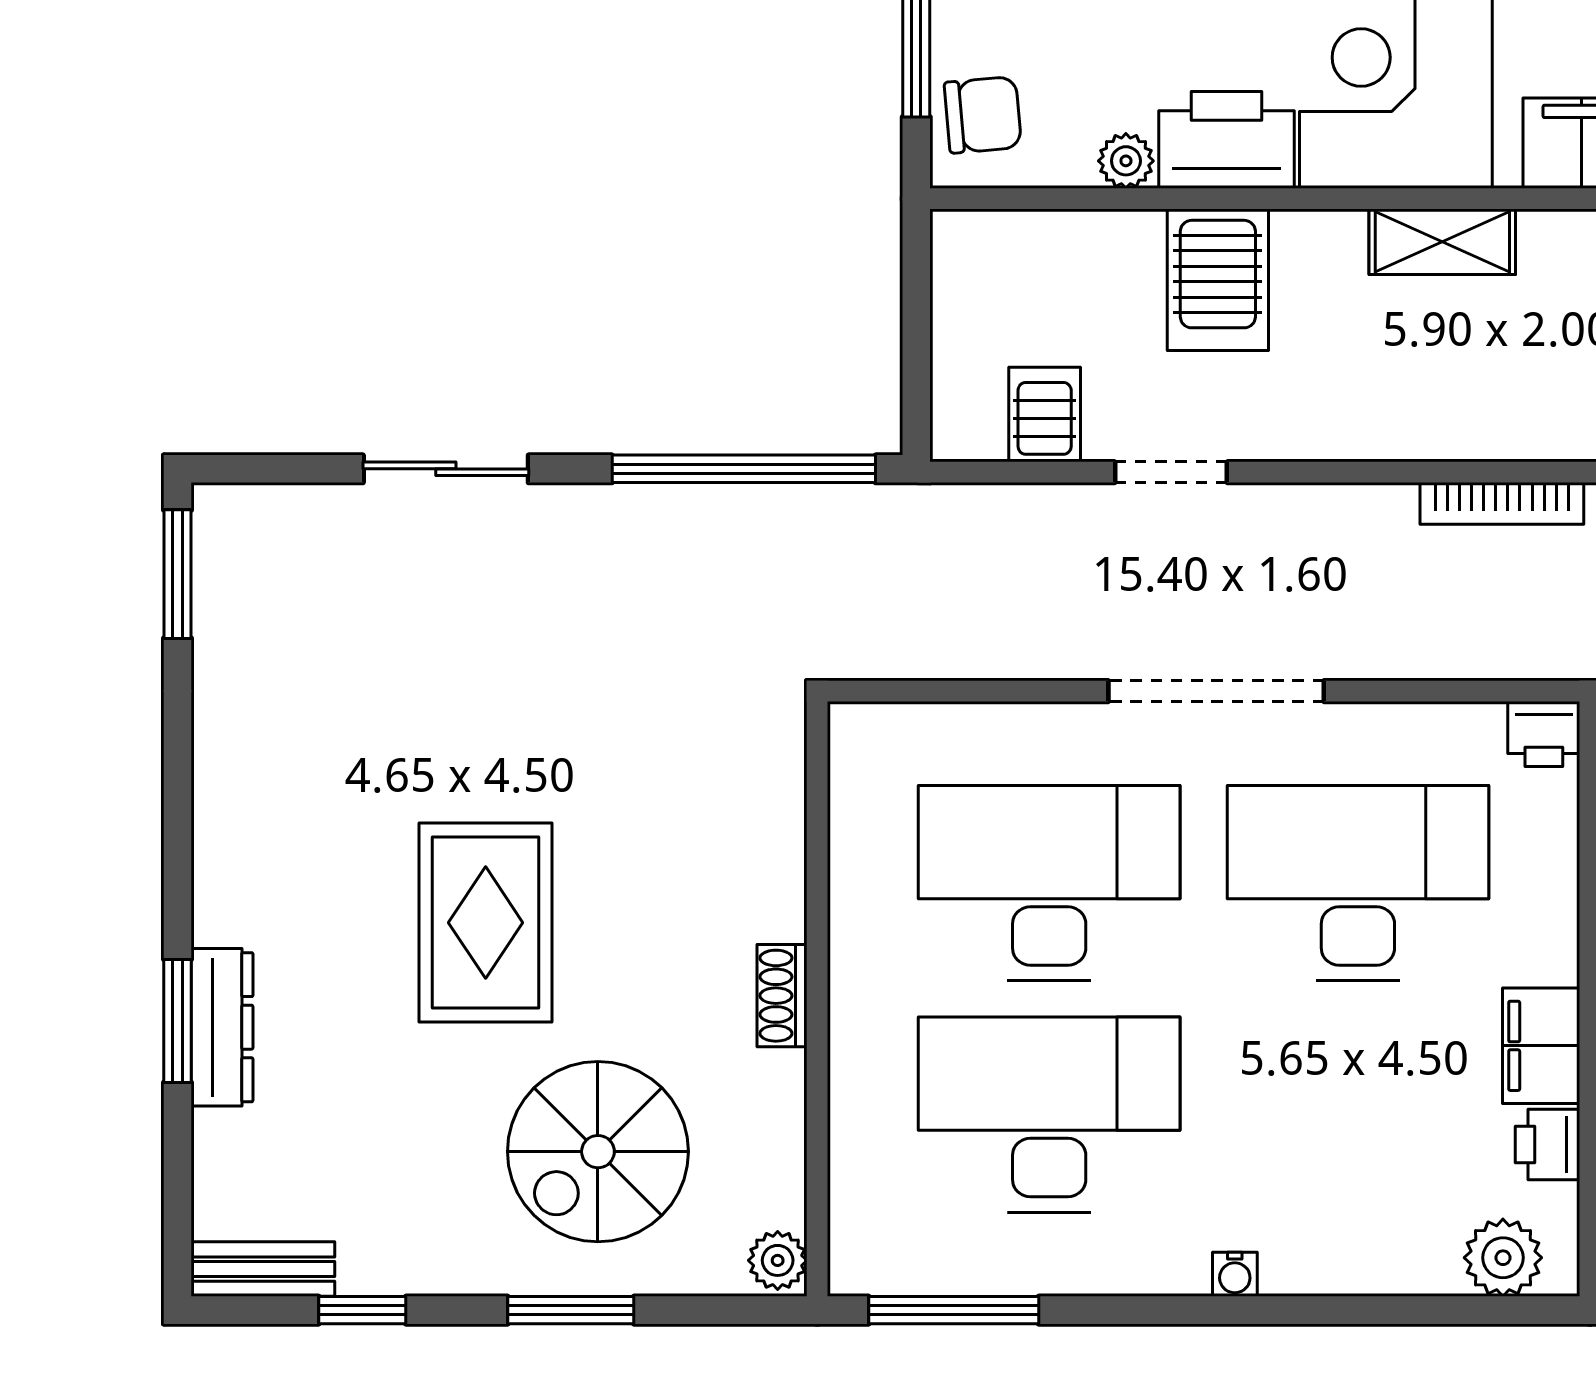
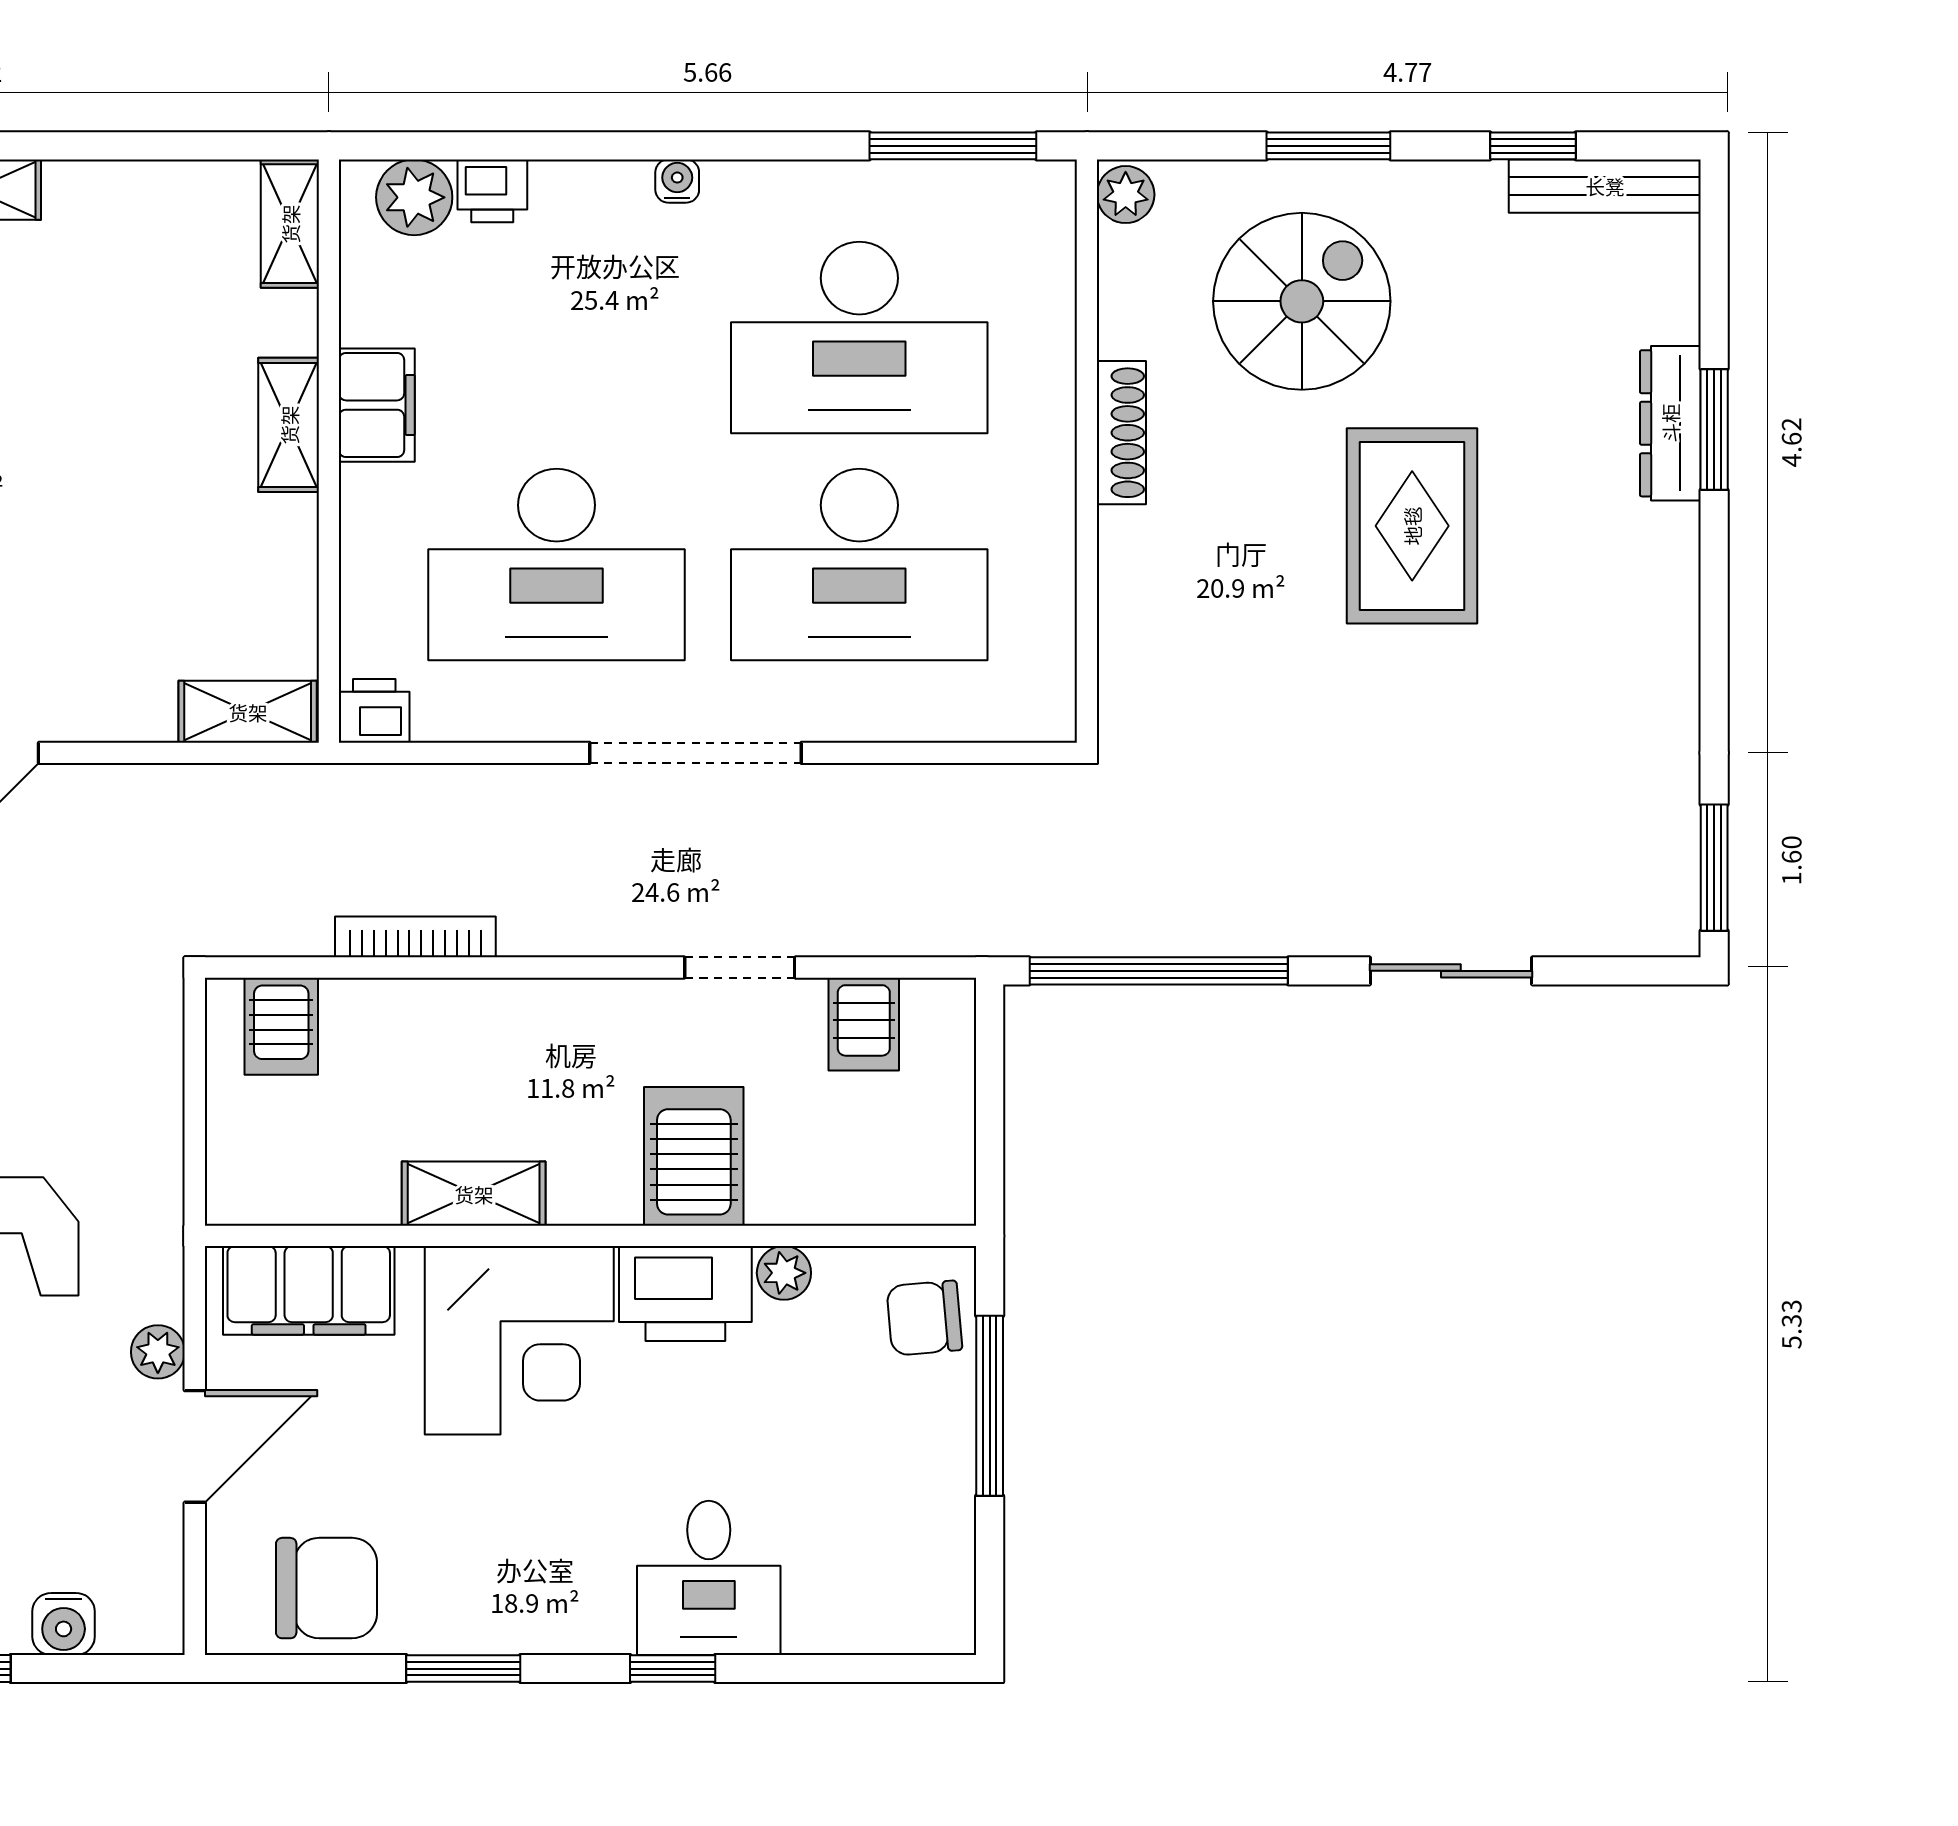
shoe rack: (782, 996) -> (1121, 433), width x1.43
printer: (1548, 1145) -> (492, 191), moved, turned 90
bench: (263, 1269) -> (1605, 186), width x1.36

